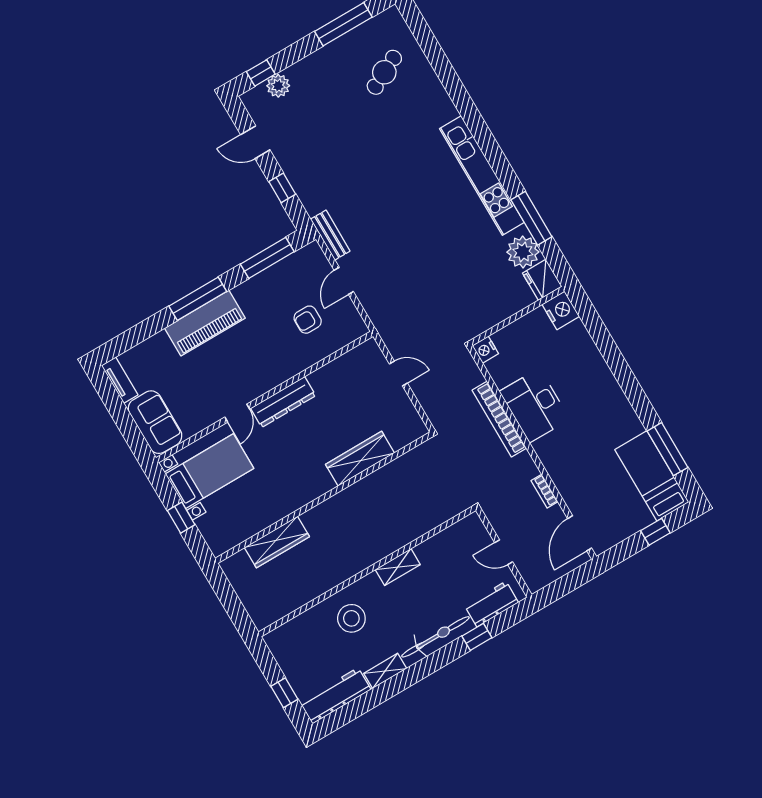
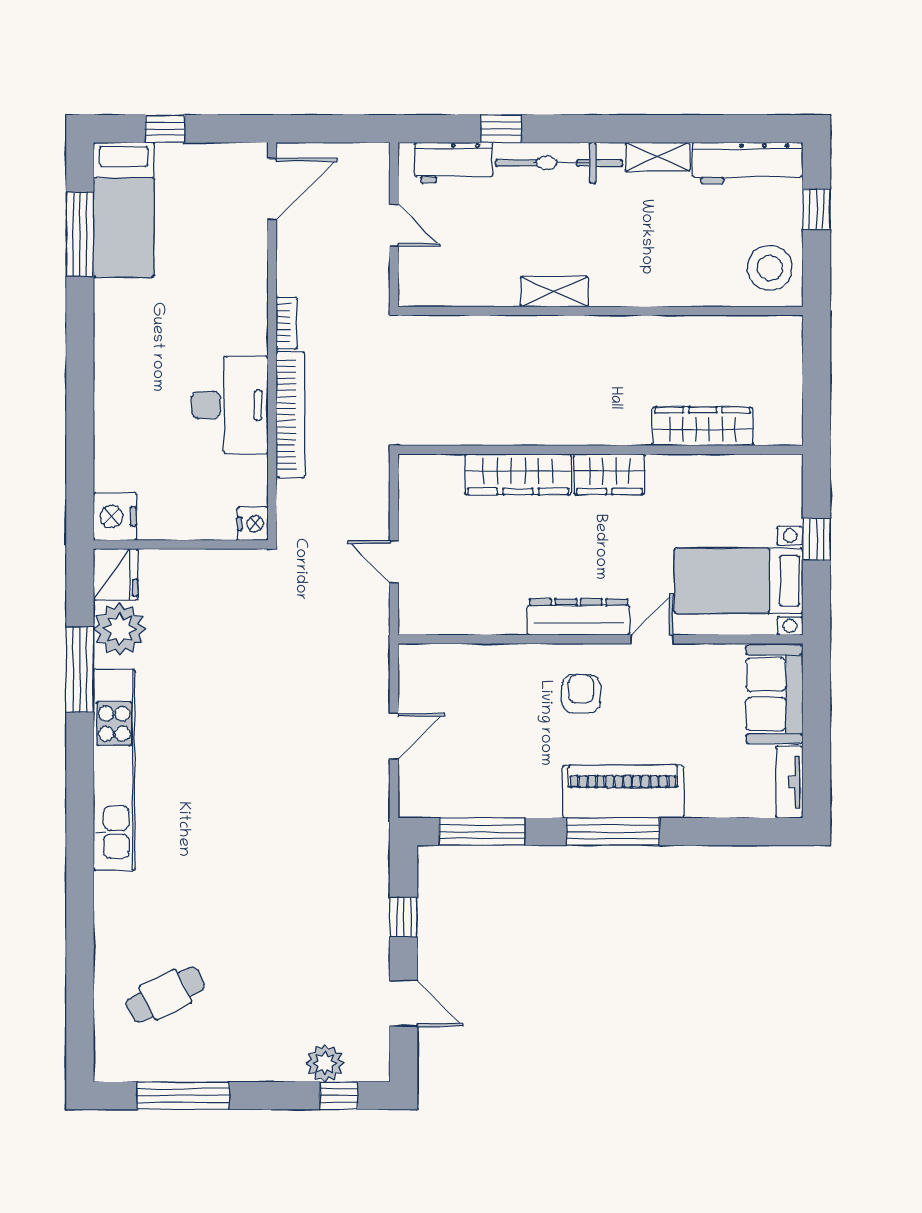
bench: (330, 235) -> (375, 811), removed
armchair: (308, 320) -> (581, 694), moved, turned -90
wardrobe: (311, 487) -> (609, 474), added
bookcase: (544, 491) -> (287, 323), moved
stool: (351, 618) -> (770, 268), moved

